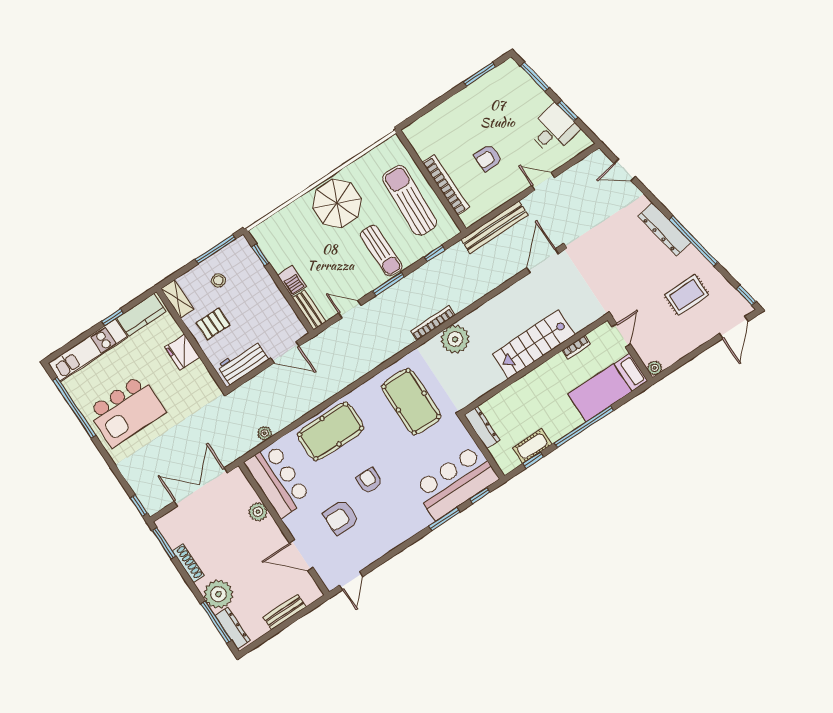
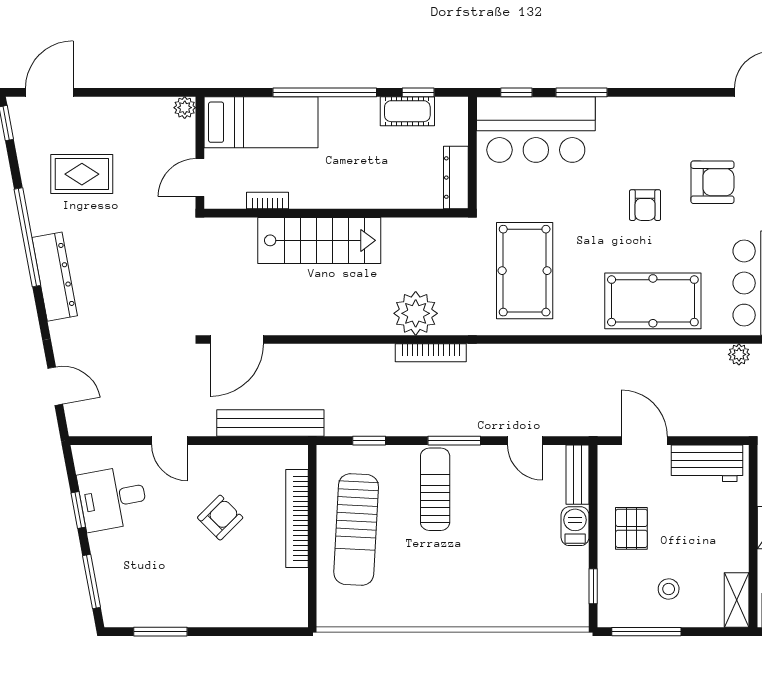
armchair: (488, 158) -> (220, 518), turned -45
parasol: (337, 203) -> (452, 587), removed
pallet: (213, 324) -> (631, 528), moved, turned 90

